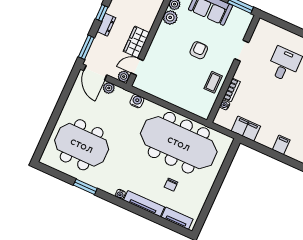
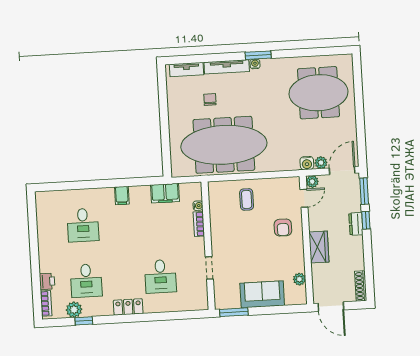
window: (102, 13) -> (366, 220), moved
plant: (170, 17) -> (297, 264), removed
wardrobe: (136, 42) -> (319, 247), moved
armchair: (199, 50) -> (283, 227), moved
door: (95, 73) -> (342, 171), hinge flipped
coffee table: (213, 82) -> (247, 199), moved
water cooler: (137, 101) -> (307, 163), moved
window: (85, 187) -> (258, 55), moved

